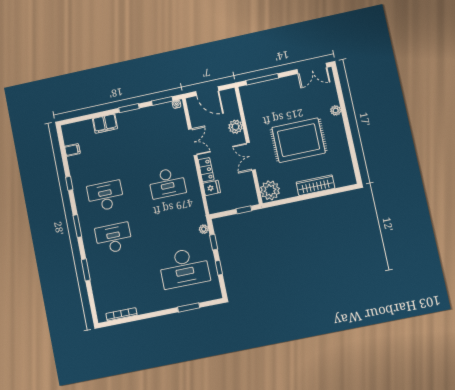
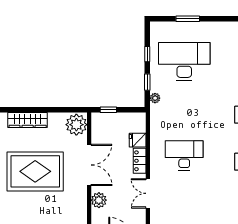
double door: (251, 156) -> (89, 165), width x1.37

